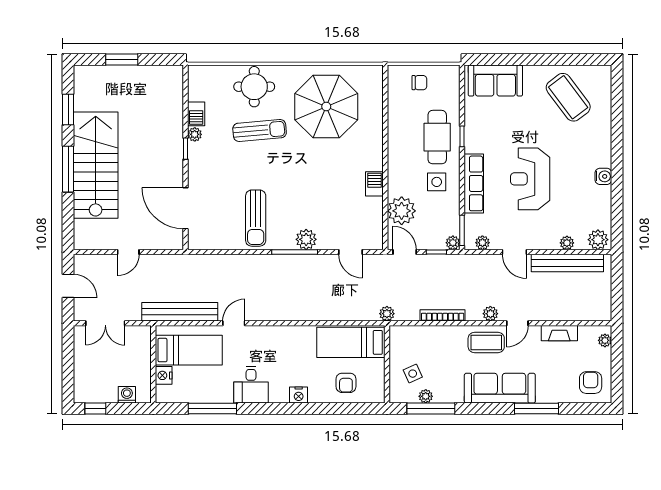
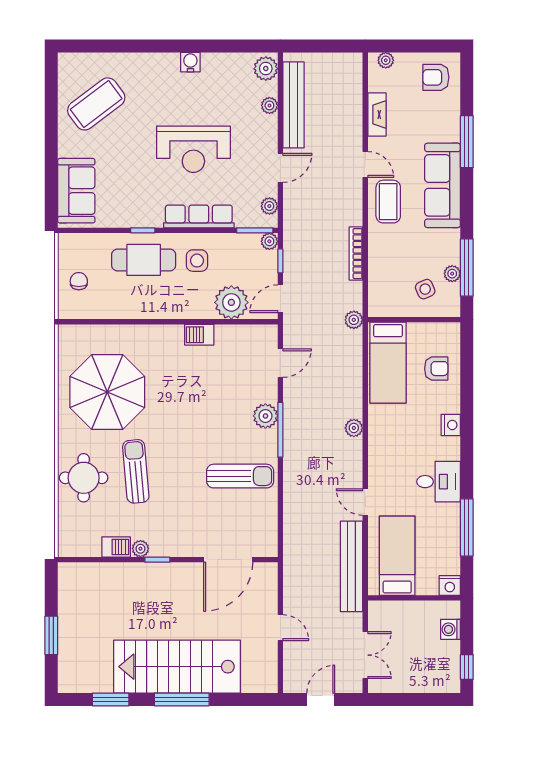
plant: (490, 314) -> (354, 428), moved
nightstand: (164, 375) -> (450, 586), moved

